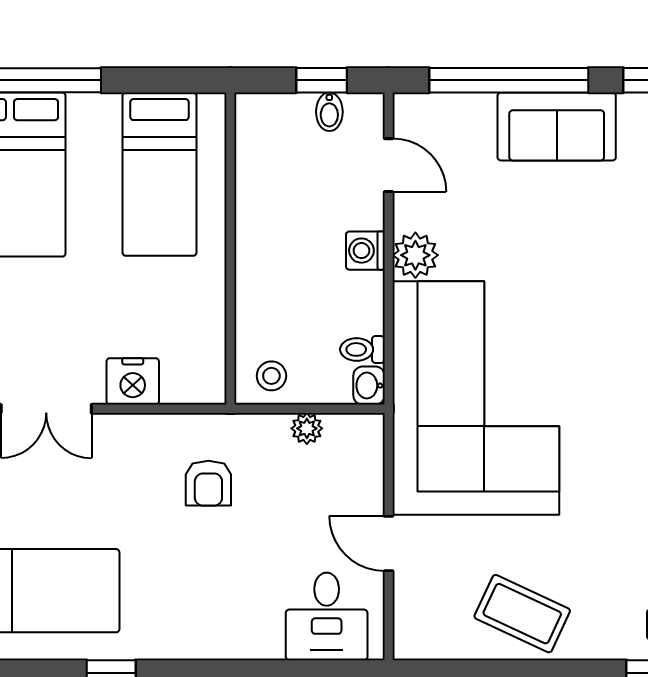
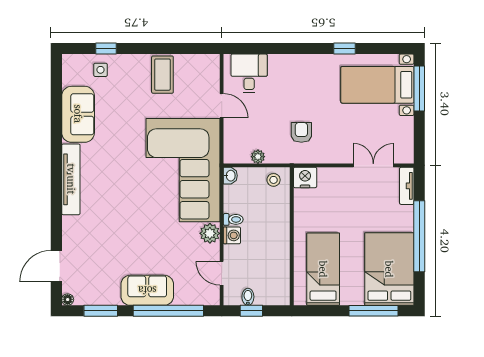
toilet: (362, 349) -> (233, 219), moved
nightstand: (133, 381) -> (305, 177), moved
coffee table: (522, 614) -> (162, 75), turned 65

